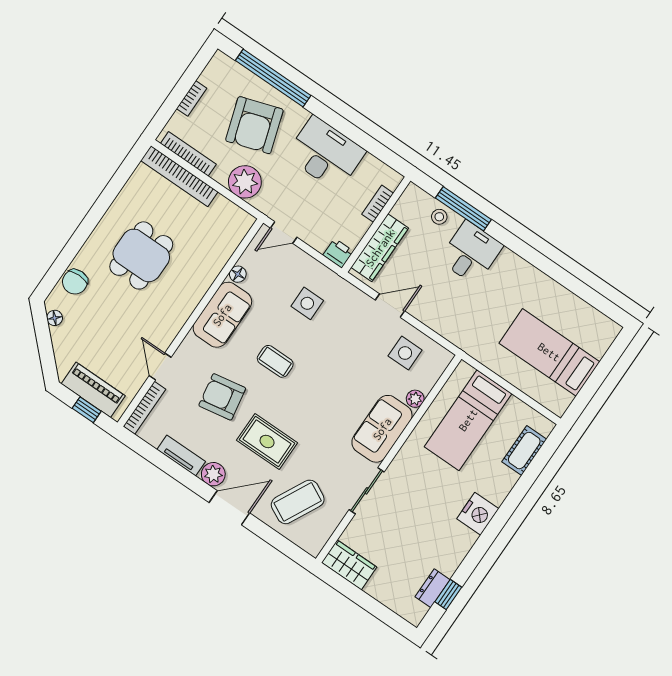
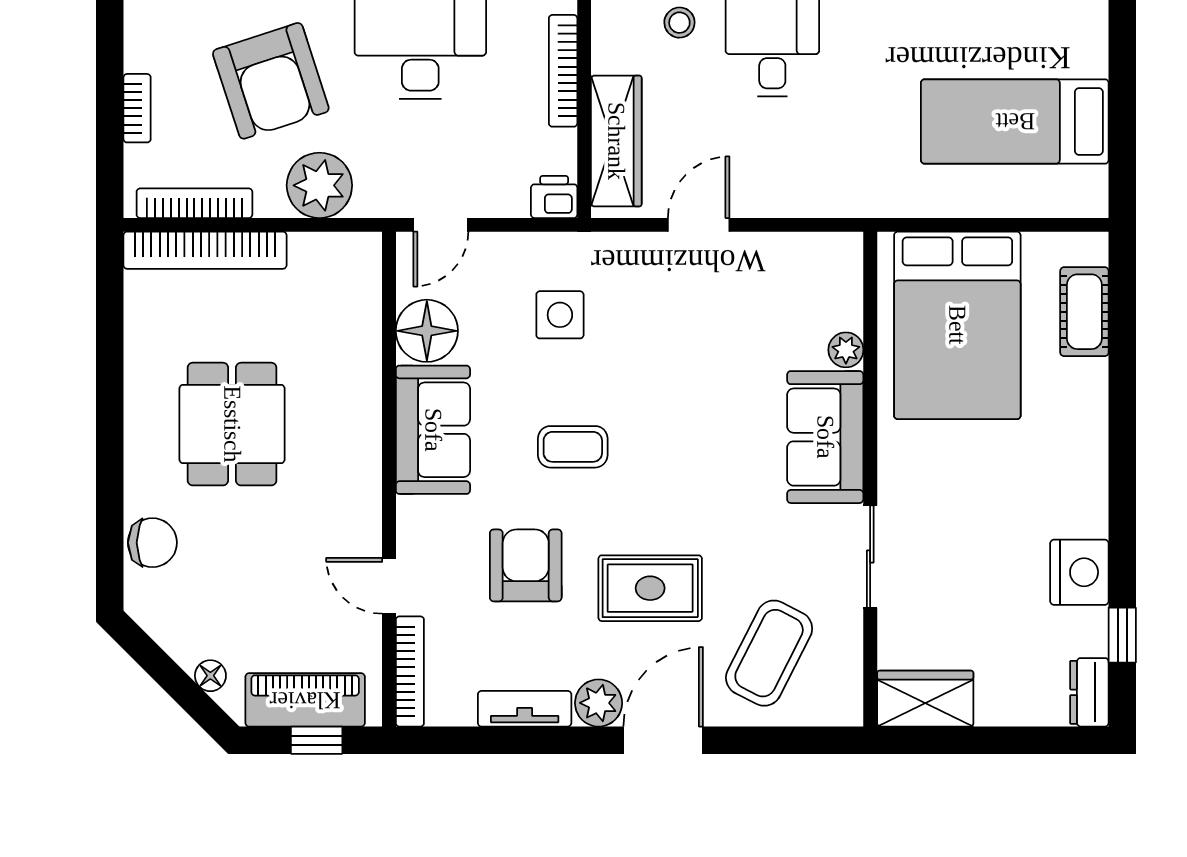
bookcase: (378, 204) -> (563, 71), width x1.56
floor lamp: (238, 274) -> (427, 331), width x1.89, depth x1.89
chair: (75, 282) -> (152, 543), turned -90
floor lamp: (55, 318) -> (210, 676), moved
side table: (405, 353) -> (777, 286), removed
armchair: (222, 397) -> (526, 565), turned 100
bed: (468, 420) -> (957, 325), width x1.50
nightstand: (478, 514) -> (1079, 572), moved
dresser: (433, 588) -> (1089, 692), moved

